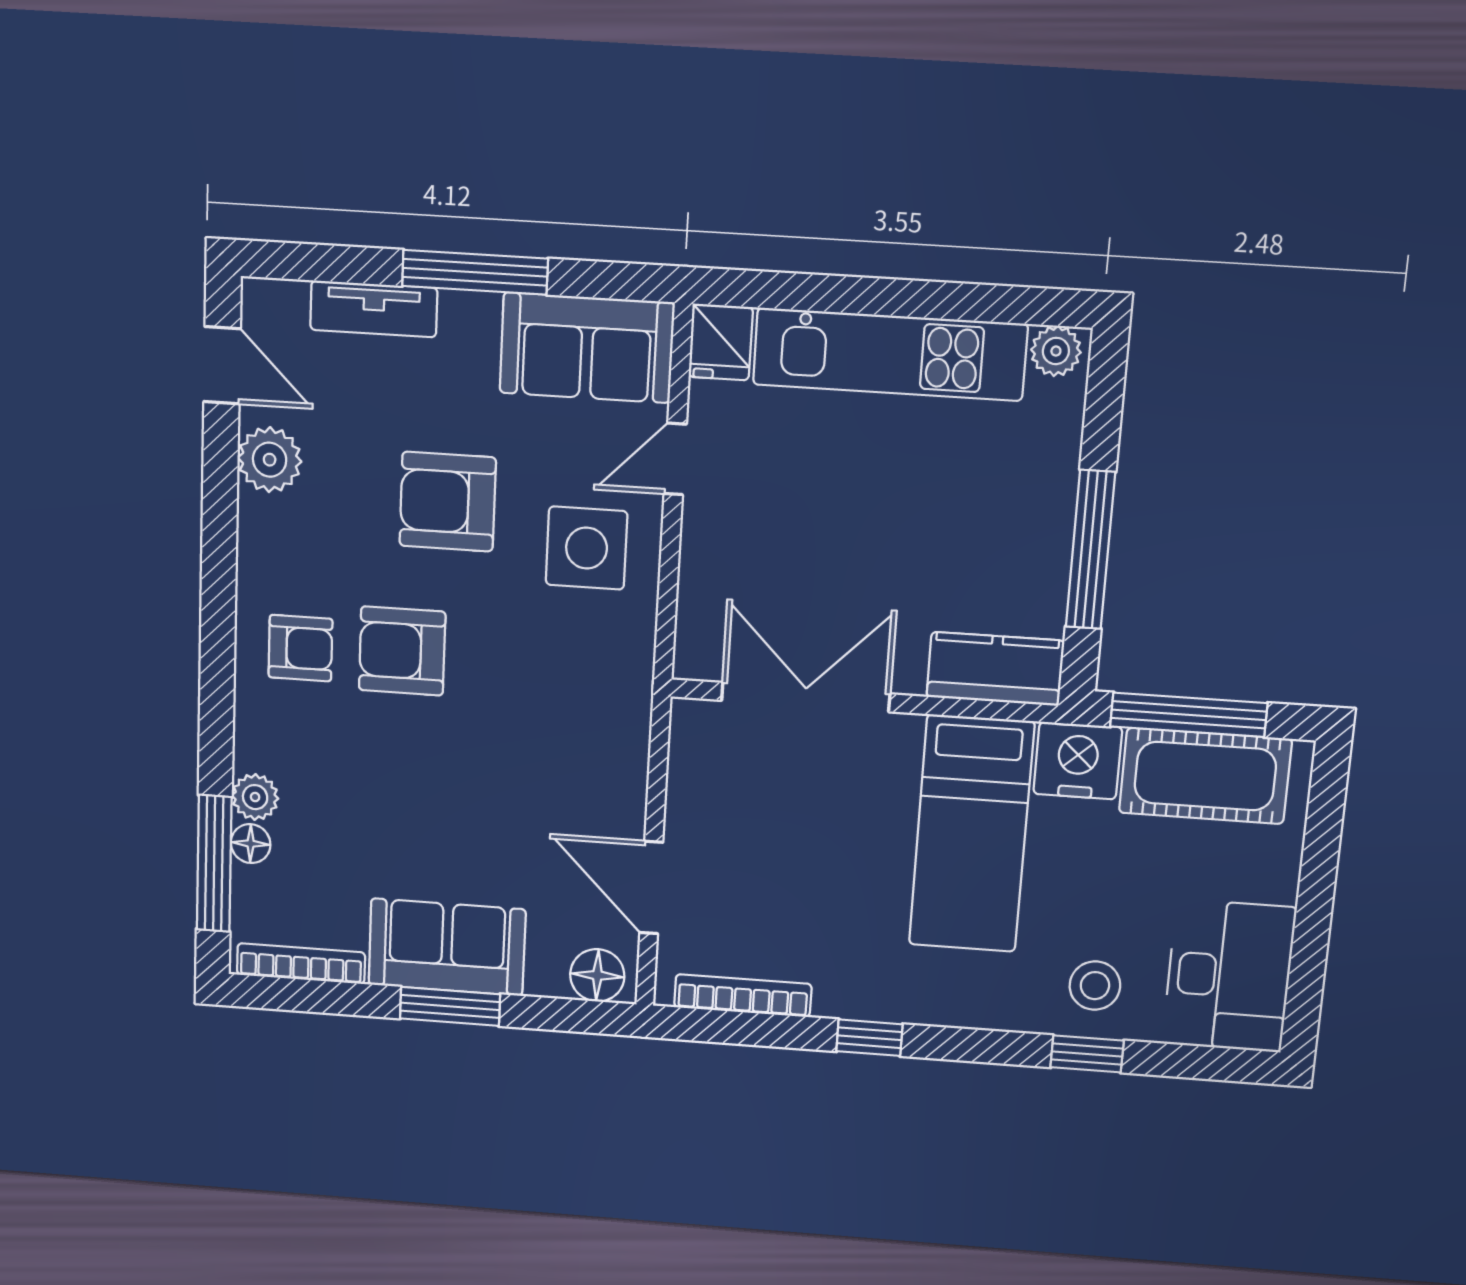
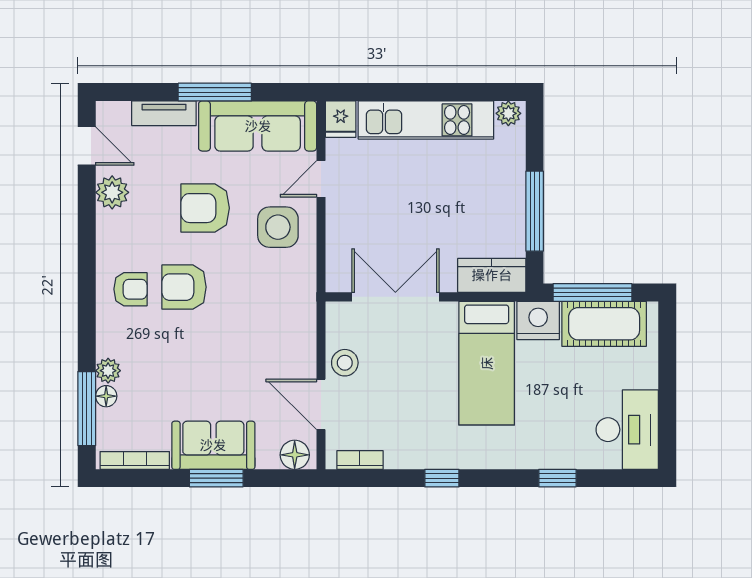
sofa: (587, 348) -> (258, 126), width x1.36
stool: (1095, 986) -> (345, 363), moved
bookcase: (743, 996) -> (360, 460), width x0.64

